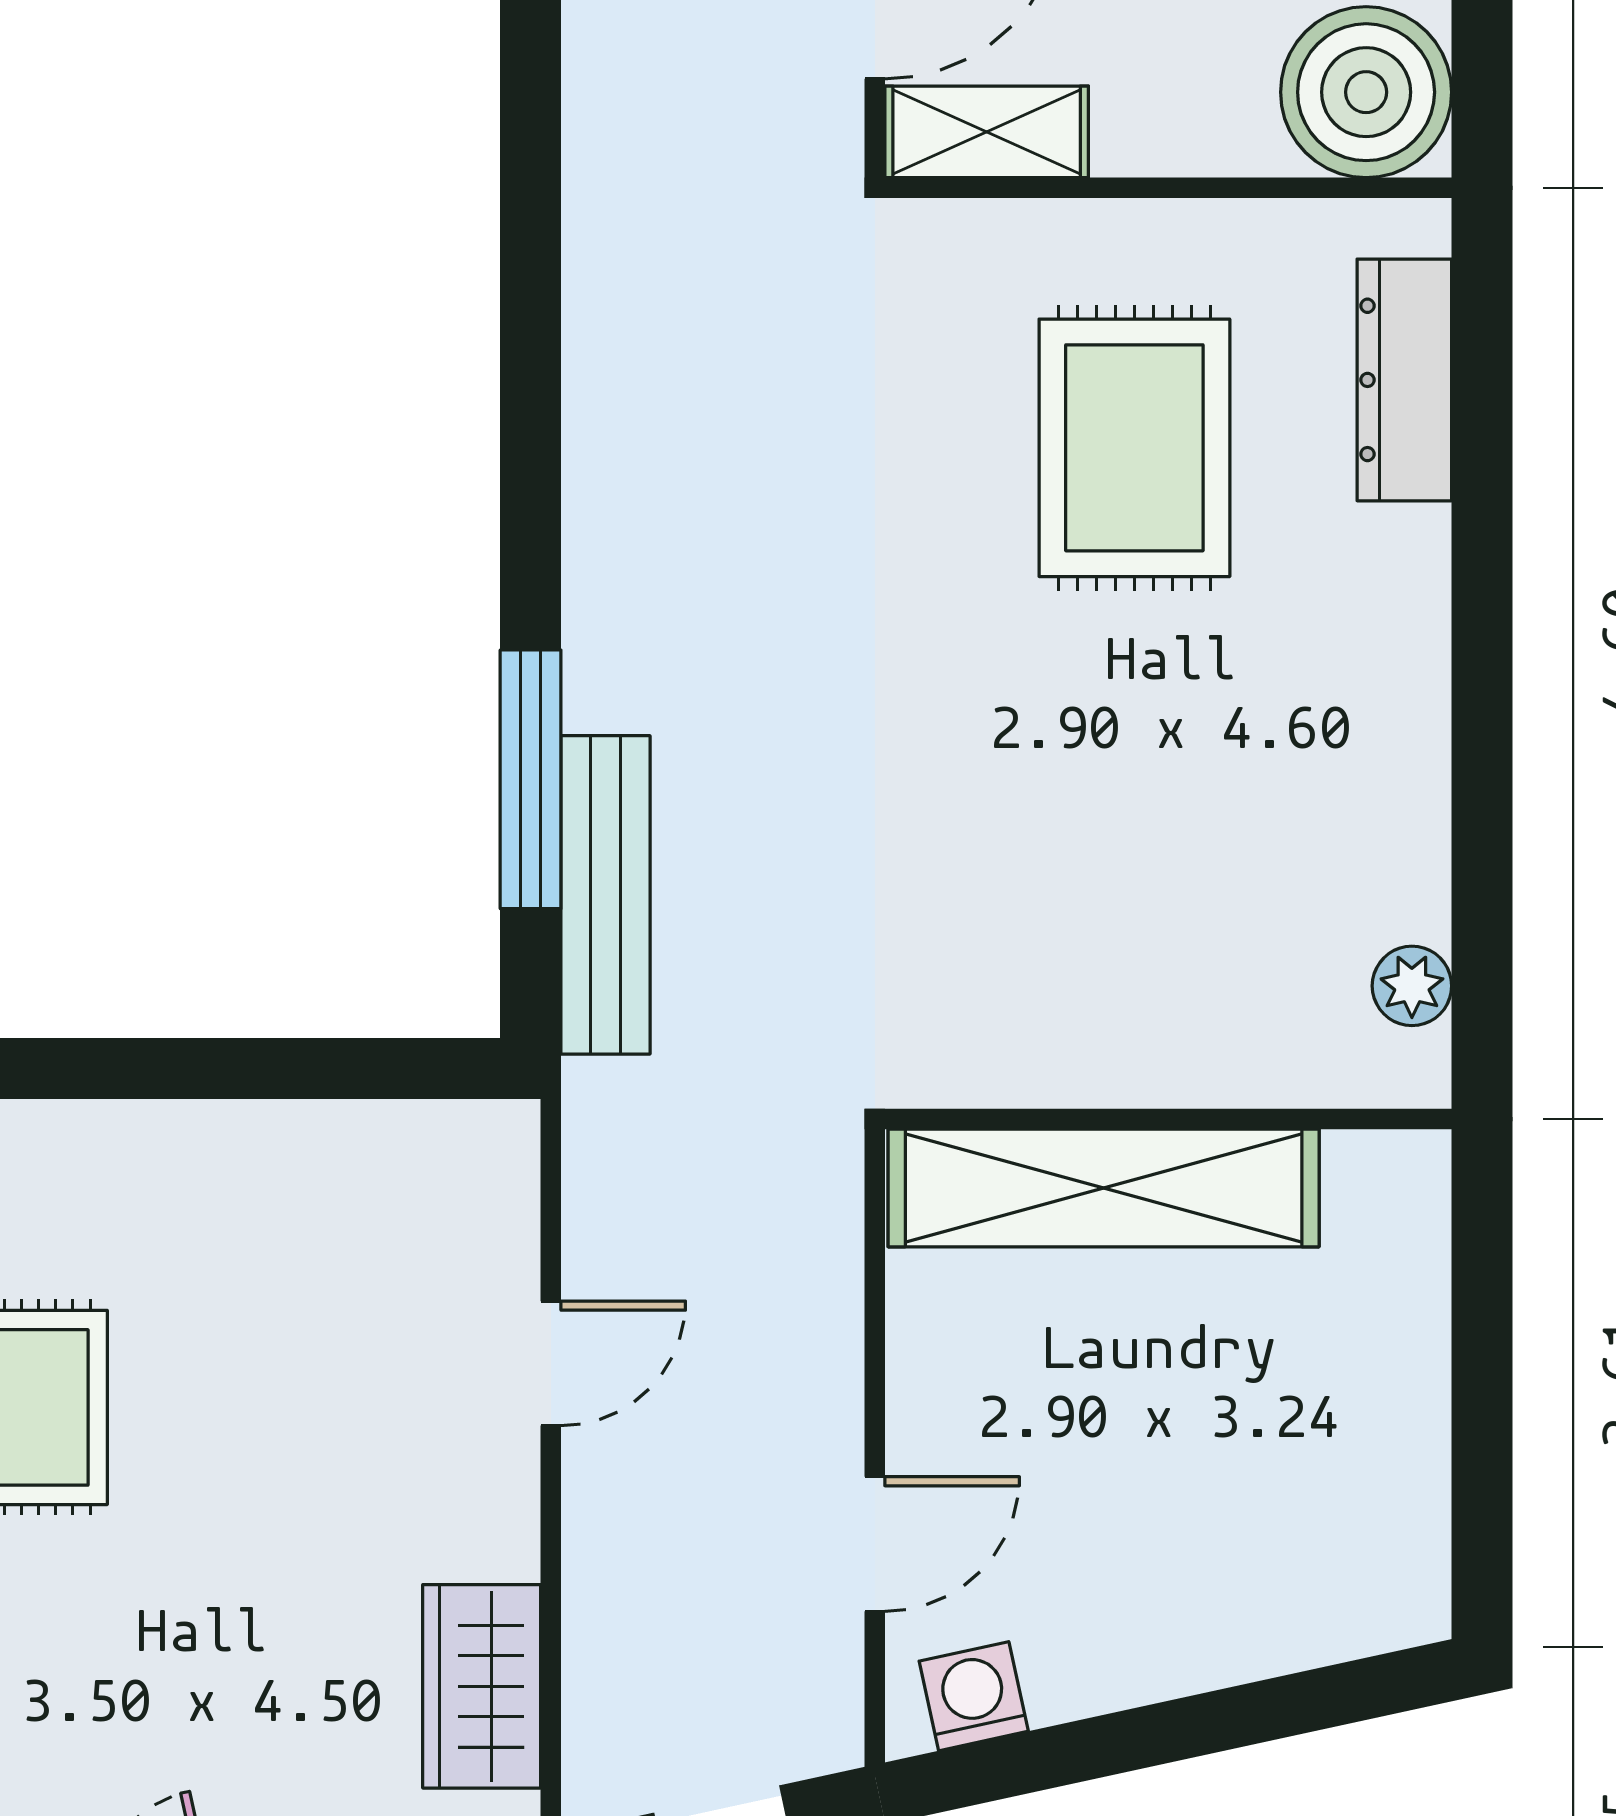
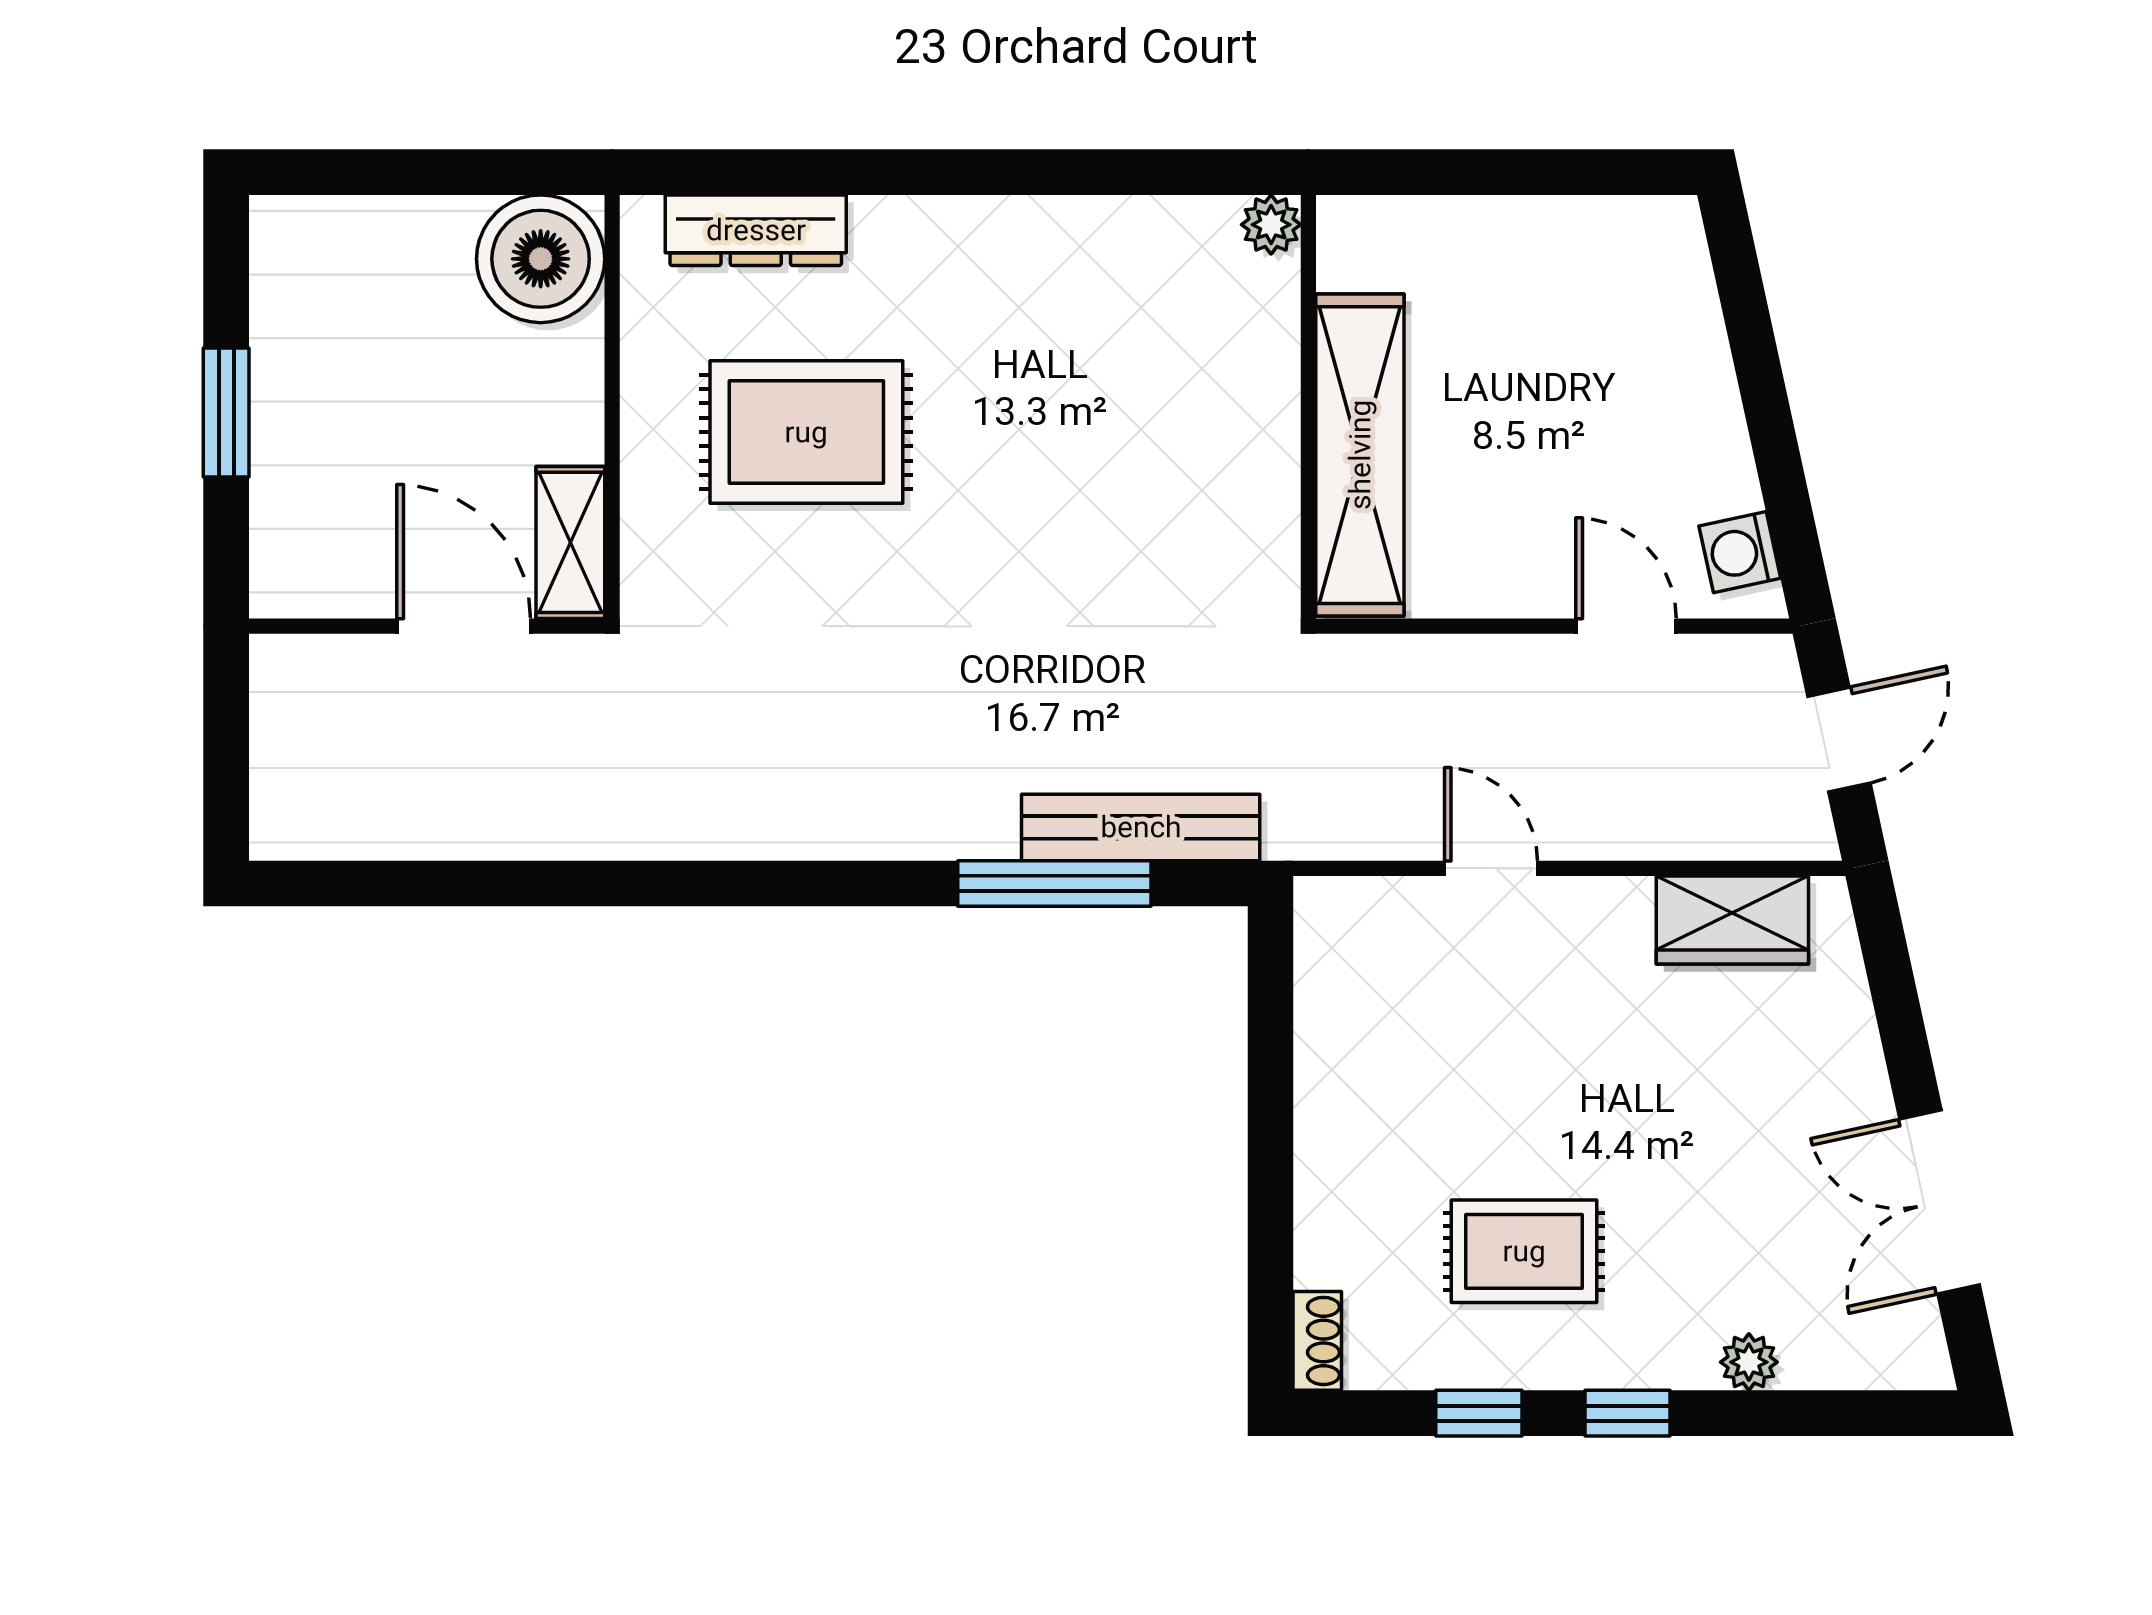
plant: (1412, 986) -> (1271, 225), moved

